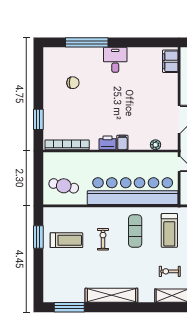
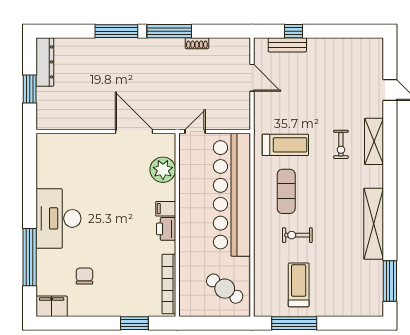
desk: (115, 60) -> (58, 218), width x1.87, depth x1.30
filing cabinet: (170, 61) -> (52, 306), moved, turned 180
plant: (156, 145) -> (163, 170), width x1.87, depth x1.87
cafe table: (64, 186) -> (225, 289), turned -68
exercise mat: (135, 231) -> (286, 191), turned 90
window: (38, 237) -> (294, 323), width x1.44

